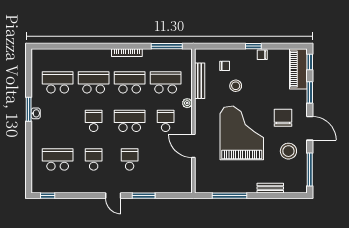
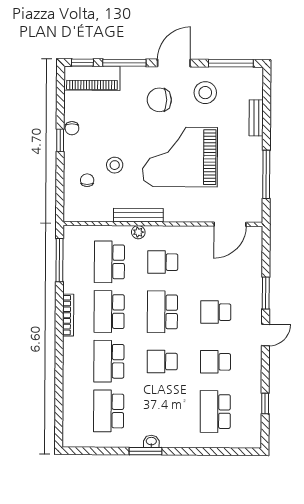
bench: (200, 81) -> (138, 215), moved
window: (310, 92) -> (124, 63), width x1.44
door: (193, 146) -> (230, 224), moved
window: (48, 196) -> (265, 404), moved

